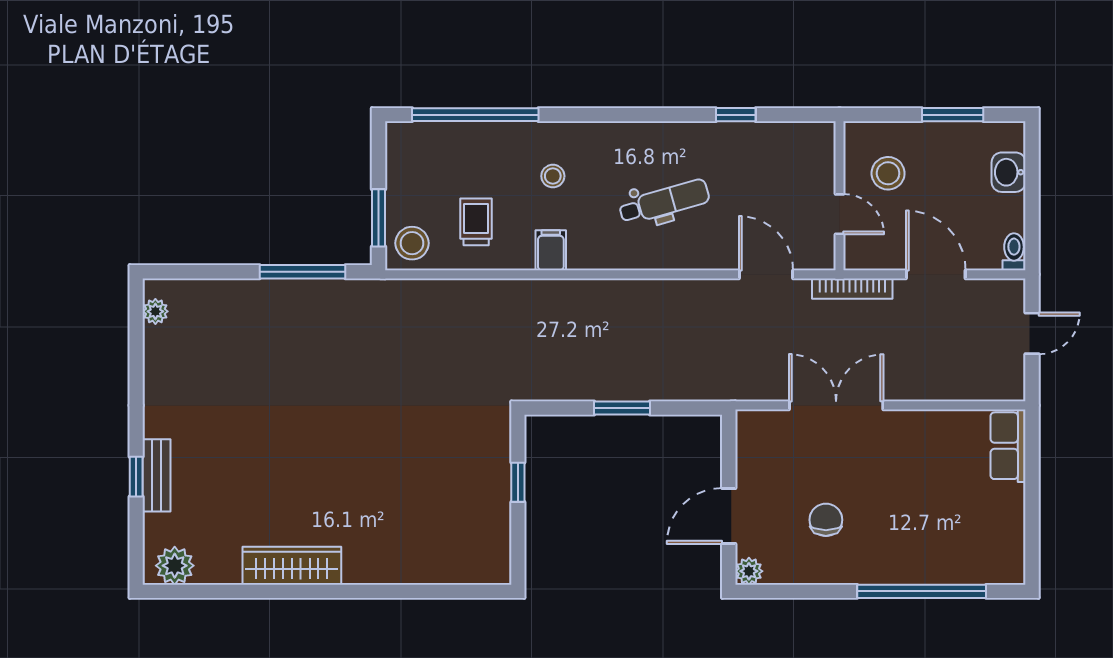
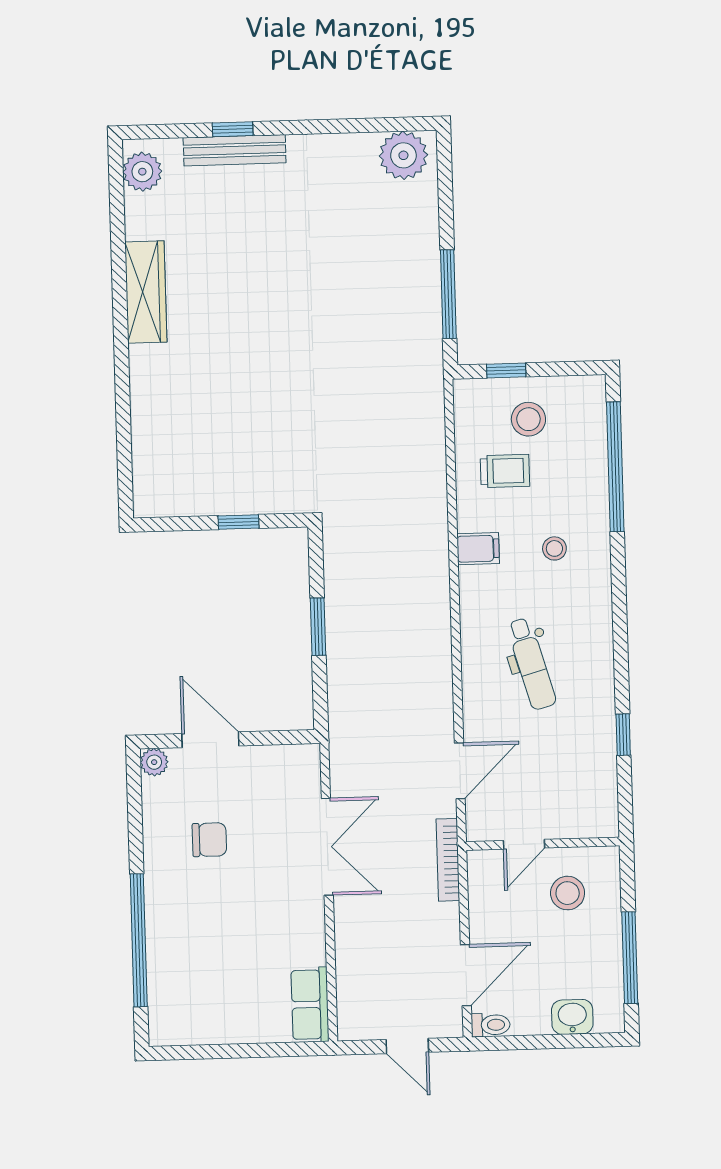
window: (953, 115) -> (630, 958), width x1.44
window: (378, 218) -> (506, 370), width x0.67
stool: (412, 243) -> (528, 419), moved
door: (936, 274) -> (466, 975), moved
plant: (155, 311) -> (403, 155), width x1.88, depth x1.88
row of seats: (1008, 446) -> (310, 1005), moved, turned -90
bench: (157, 475) -> (235, 150), width x1.36

